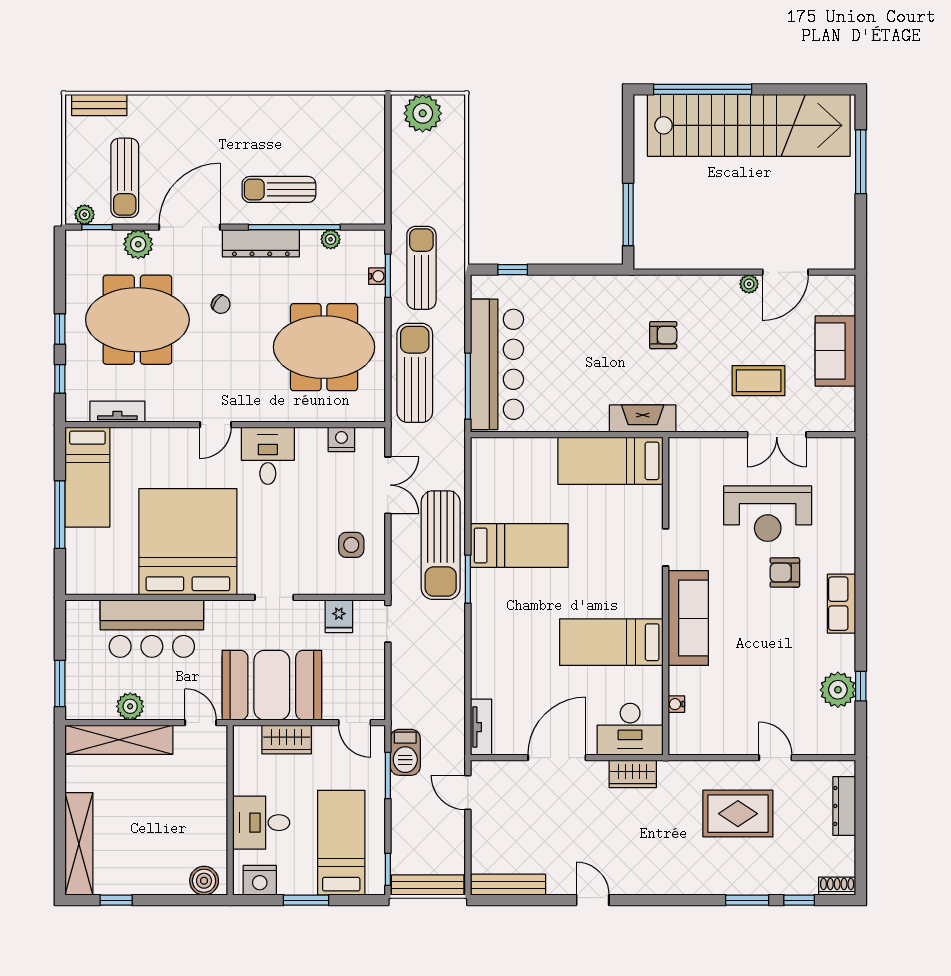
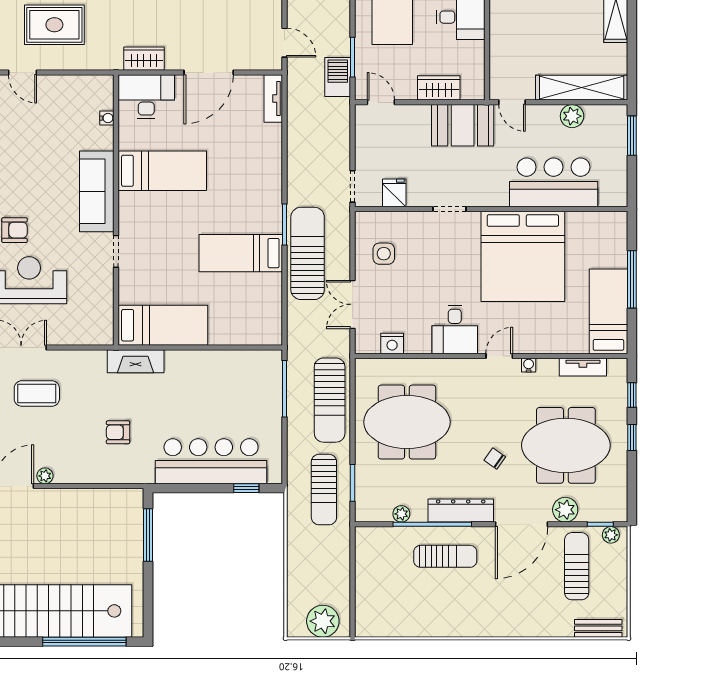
water cooler: (377, 276) -> (529, 365), moved, turned 90
bar counter: (497, 364) -> (211, 461), moved, turned 90
booth: (272, 685) -> (463, 125), width x0.73, depth x0.70

